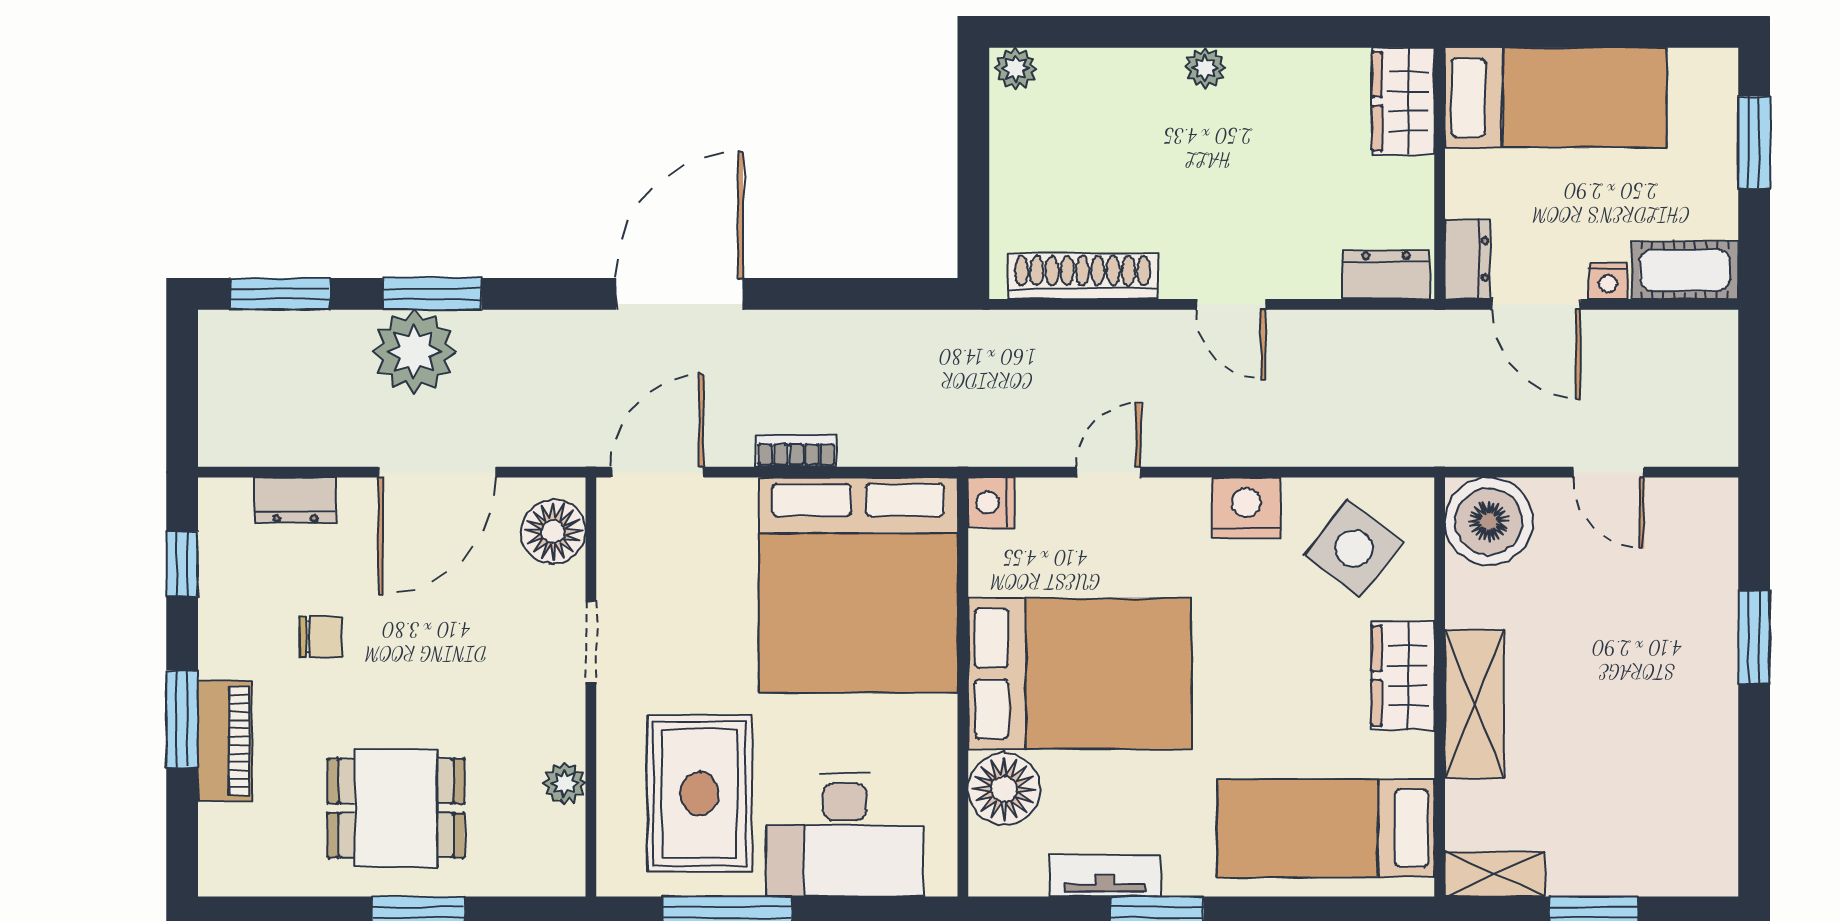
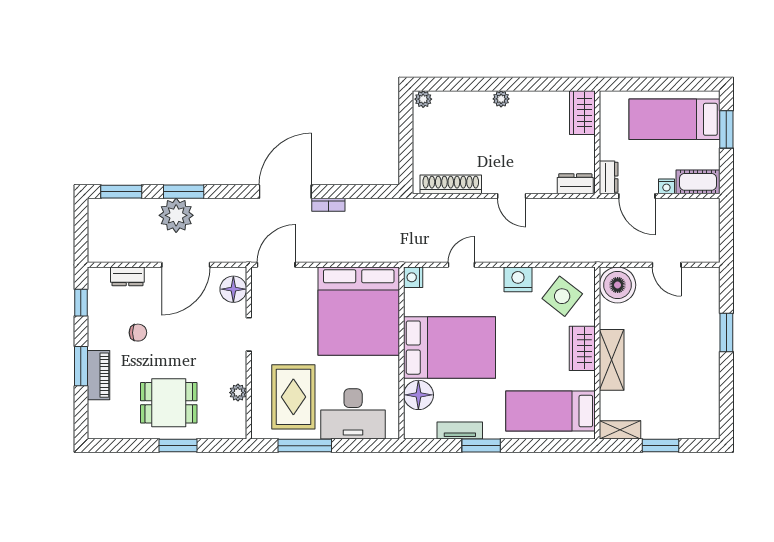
bed: (1556, 97) -> (674, 119), moved, turned 180
bookcase: (796, 451) -> (328, 205), moved, turned 180

